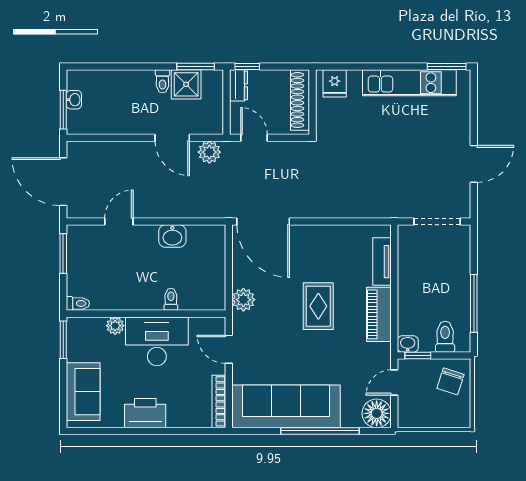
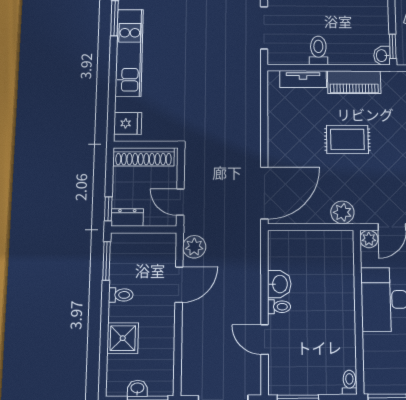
shower: (186, 84) -> (123, 338), moved
door: (254, 138) -> (180, 202), hinge flipped
toilet: (171, 299) -> (279, 307), moved, turned 180
plant: (115, 326) -> (369, 239), moved
toilet: (445, 337) -> (318, 50), moved, turned 90

